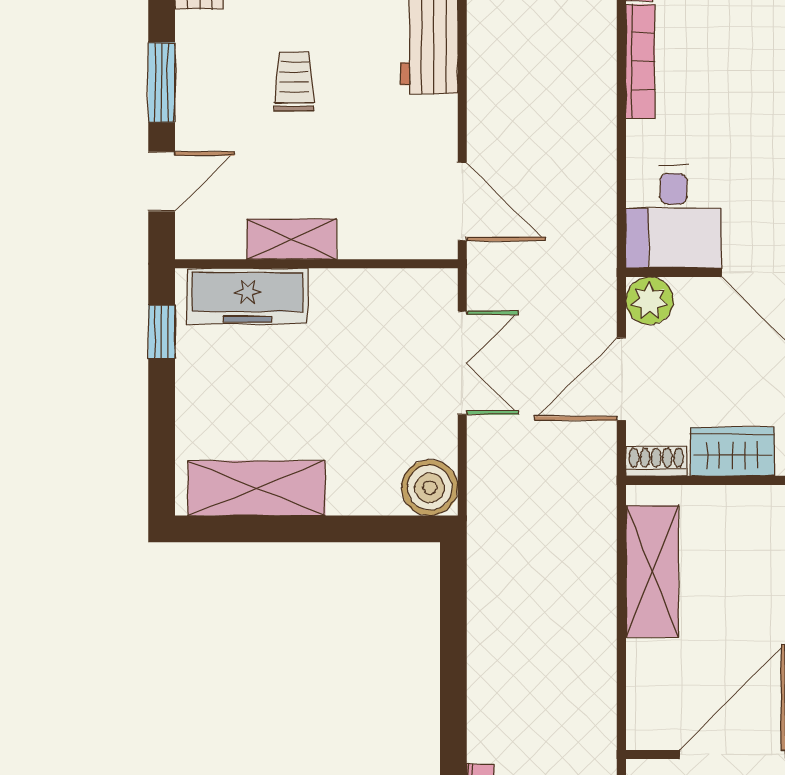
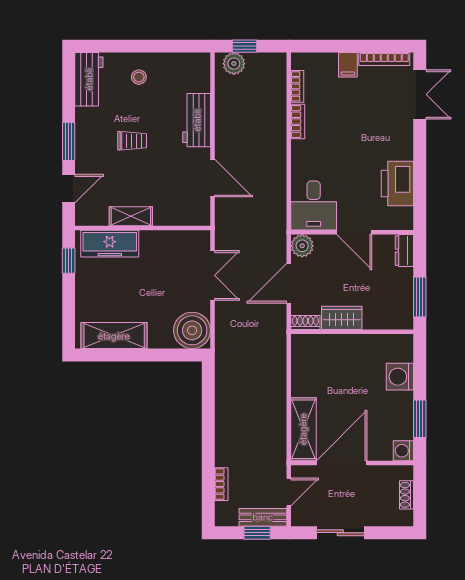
bookcase: (640, 61) -> (298, 121), width x0.64
trolley: (294, 81) -> (132, 141), turned 90
door: (462, 201) -> (212, 178), moved
boiler: (430, 488) -> (192, 330), width x1.37, depth x1.37
shelving: (652, 572) -> (303, 429), moved

